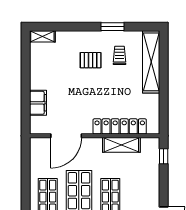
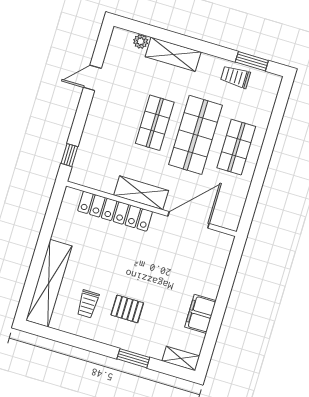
window: (113, 27) -> (133, 358), moved
filing cabinet: (38, 103) -> (200, 314), moved
shelving: (121, 145) -> (141, 193), moved

